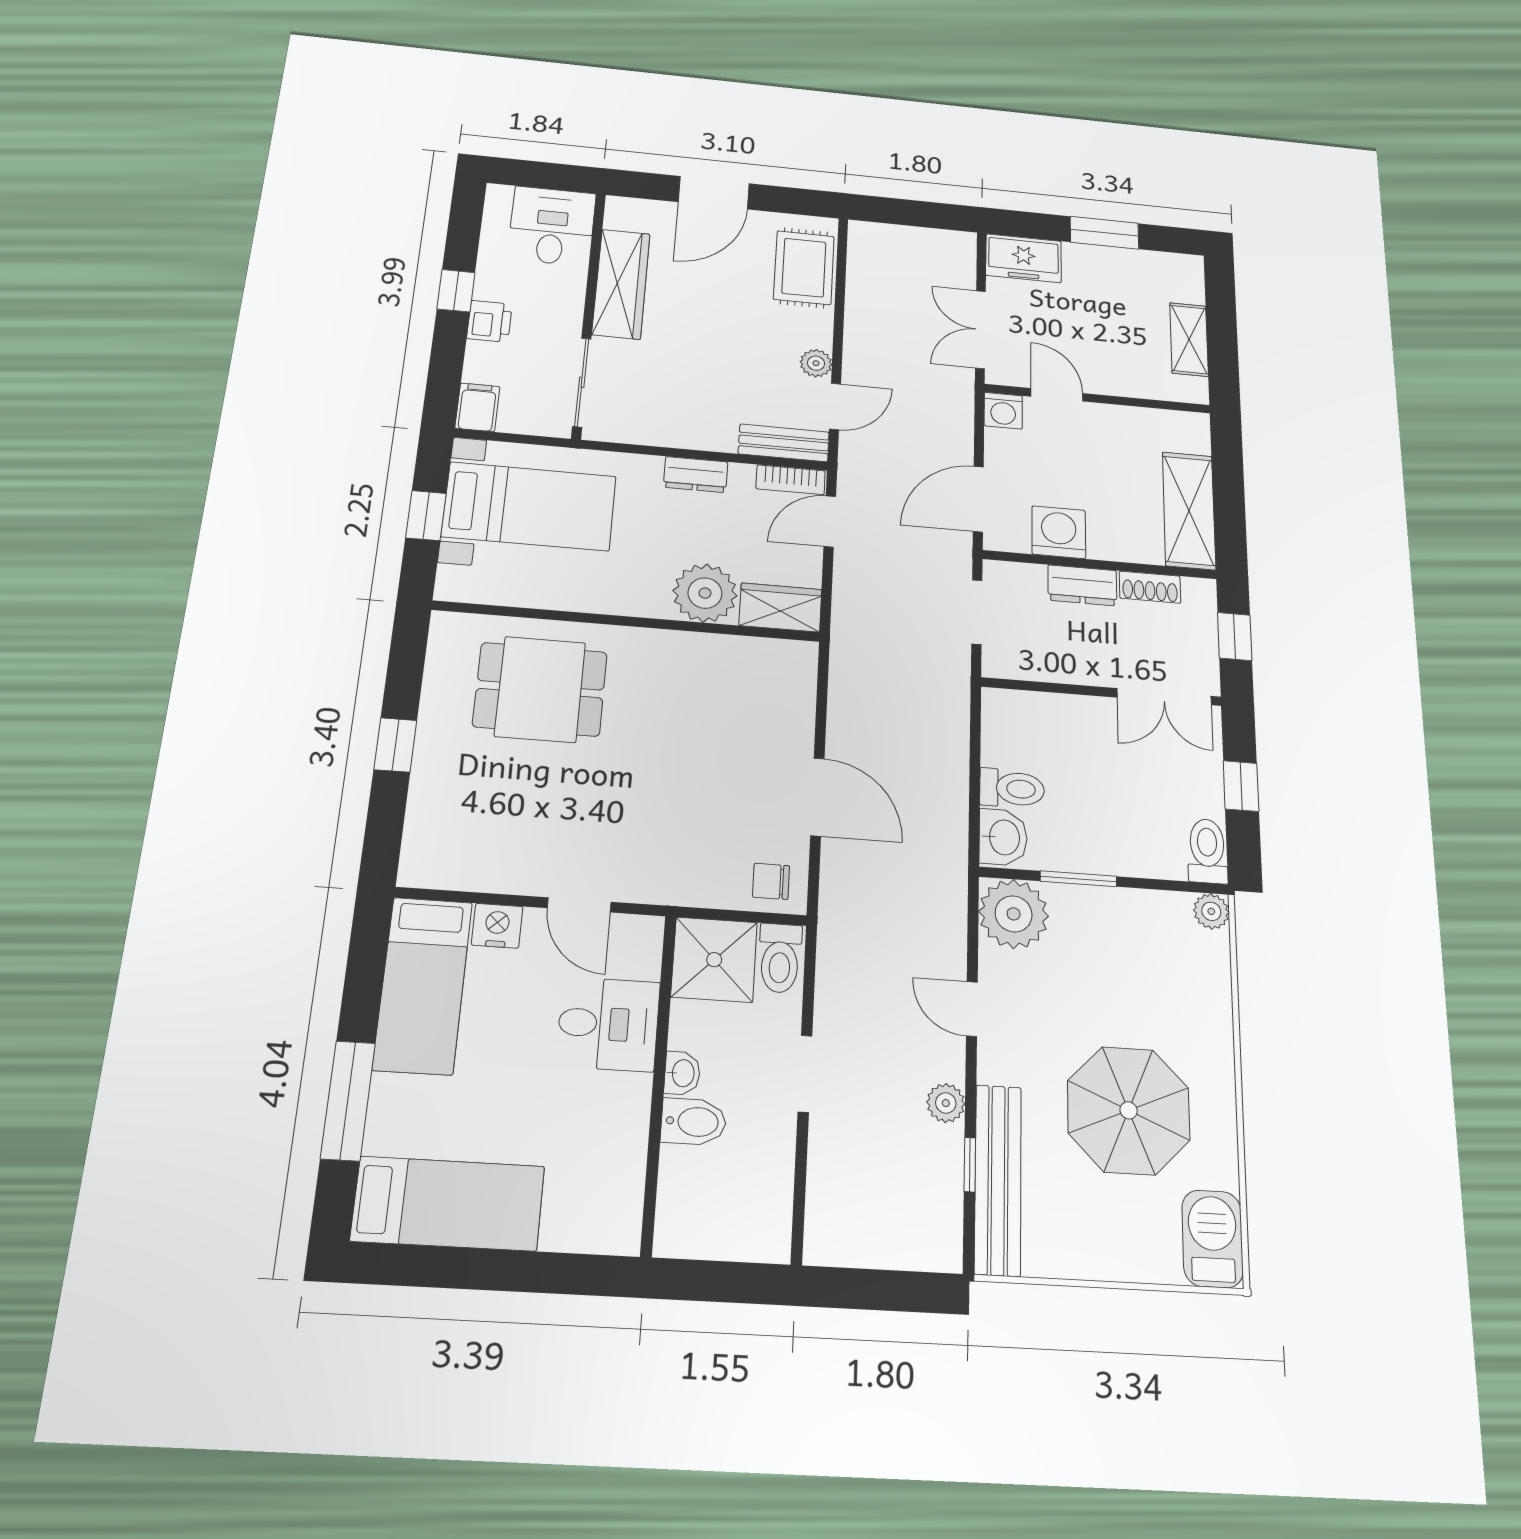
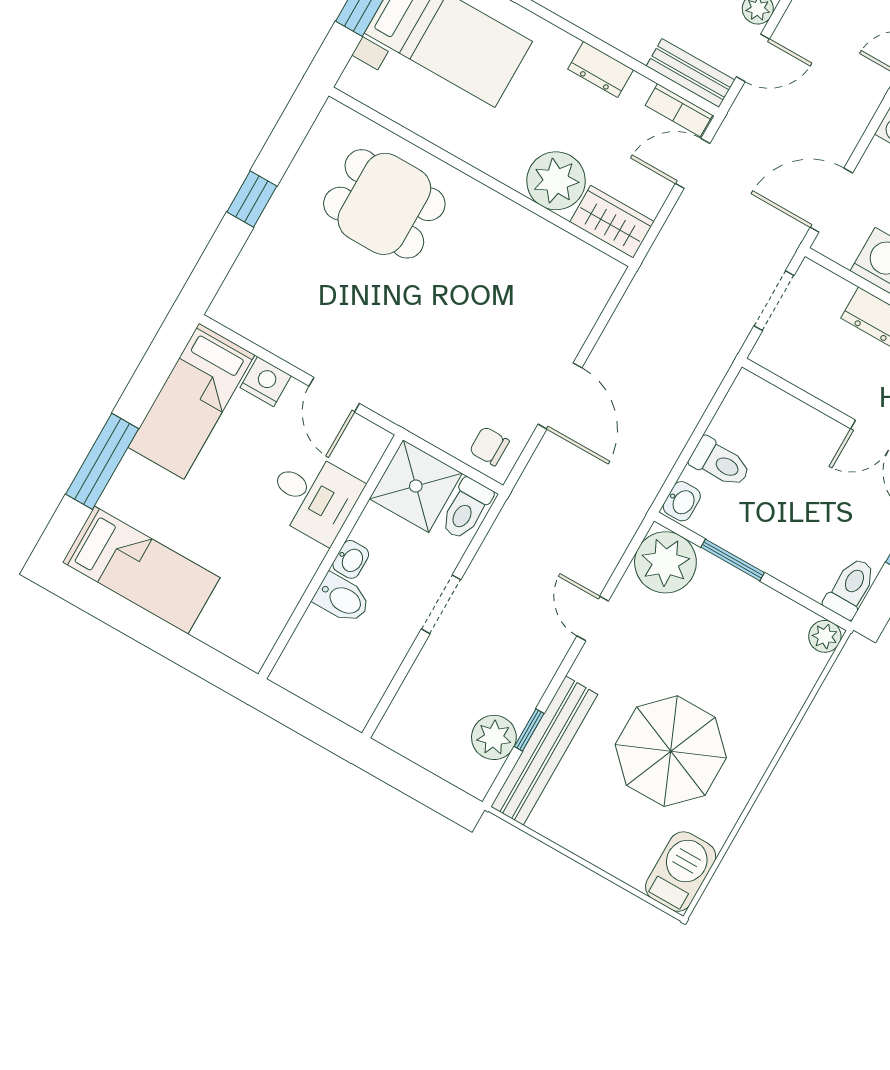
washbasin: (1003, 837) -> (682, 501), width x0.72, depth x0.69
plant: (946, 1103) -> (494, 737), moved, width x1.38, depth x1.38

